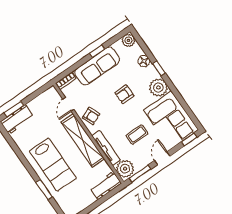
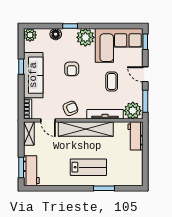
shelving: (46, 96) -> (29, 133), added
lab bench: (53, 165) -> (88, 167), width x0.73, depth x0.72

